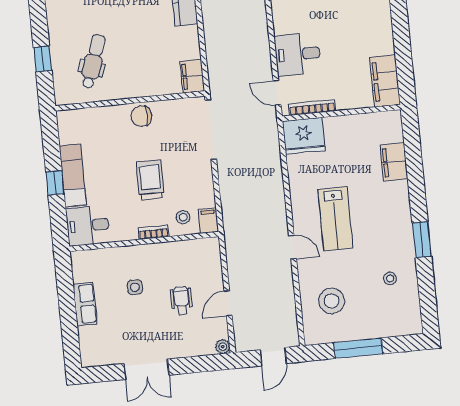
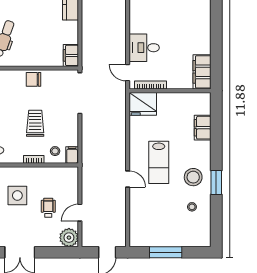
side table: (135, 287) -> (17, 196), width x1.87, depth x1.87
stool: (332, 301) -> (193, 177), moved
plant: (223, 347) -> (69, 238), width x1.88, depth x1.88

